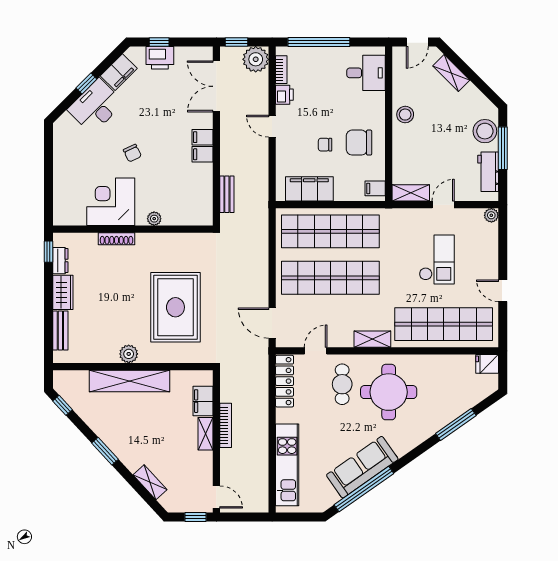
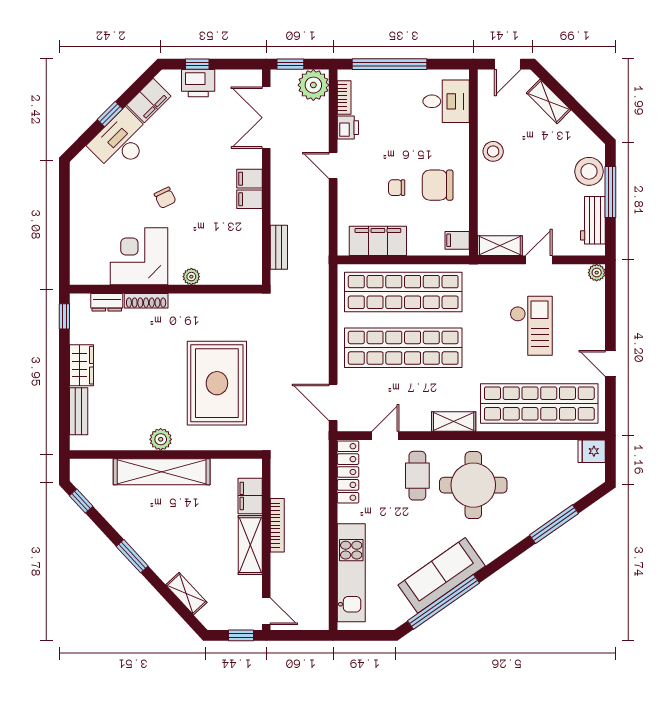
dresser: (60, 261) -> (107, 302), moved, turned 90
shelving: (206, 434) -> (250, 545), width x1.50, depth x1.33

